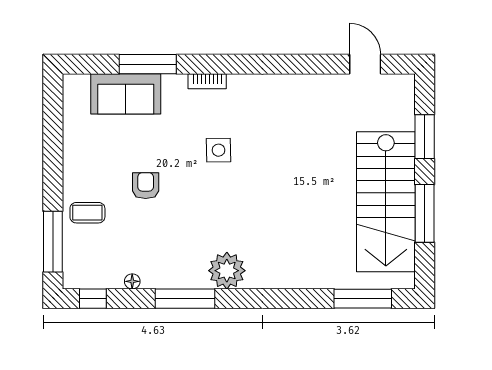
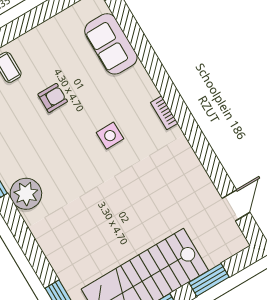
window: (148, 64) -> (142, 47), removed
bookcase: (207, 81) -> (164, 113), moved

